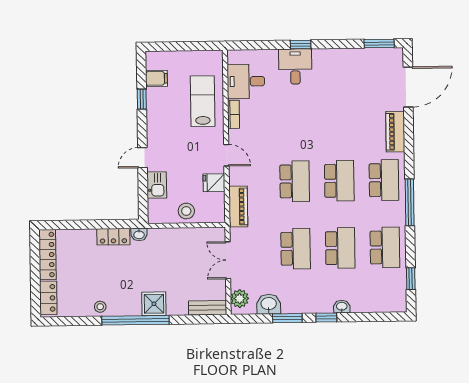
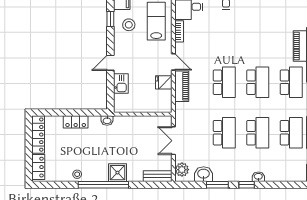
piano: (238, 207) -> (182, 86), moved
stool: (186, 211) -> (129, 25), moved
locker: (113, 237) -> (76, 122), moved

